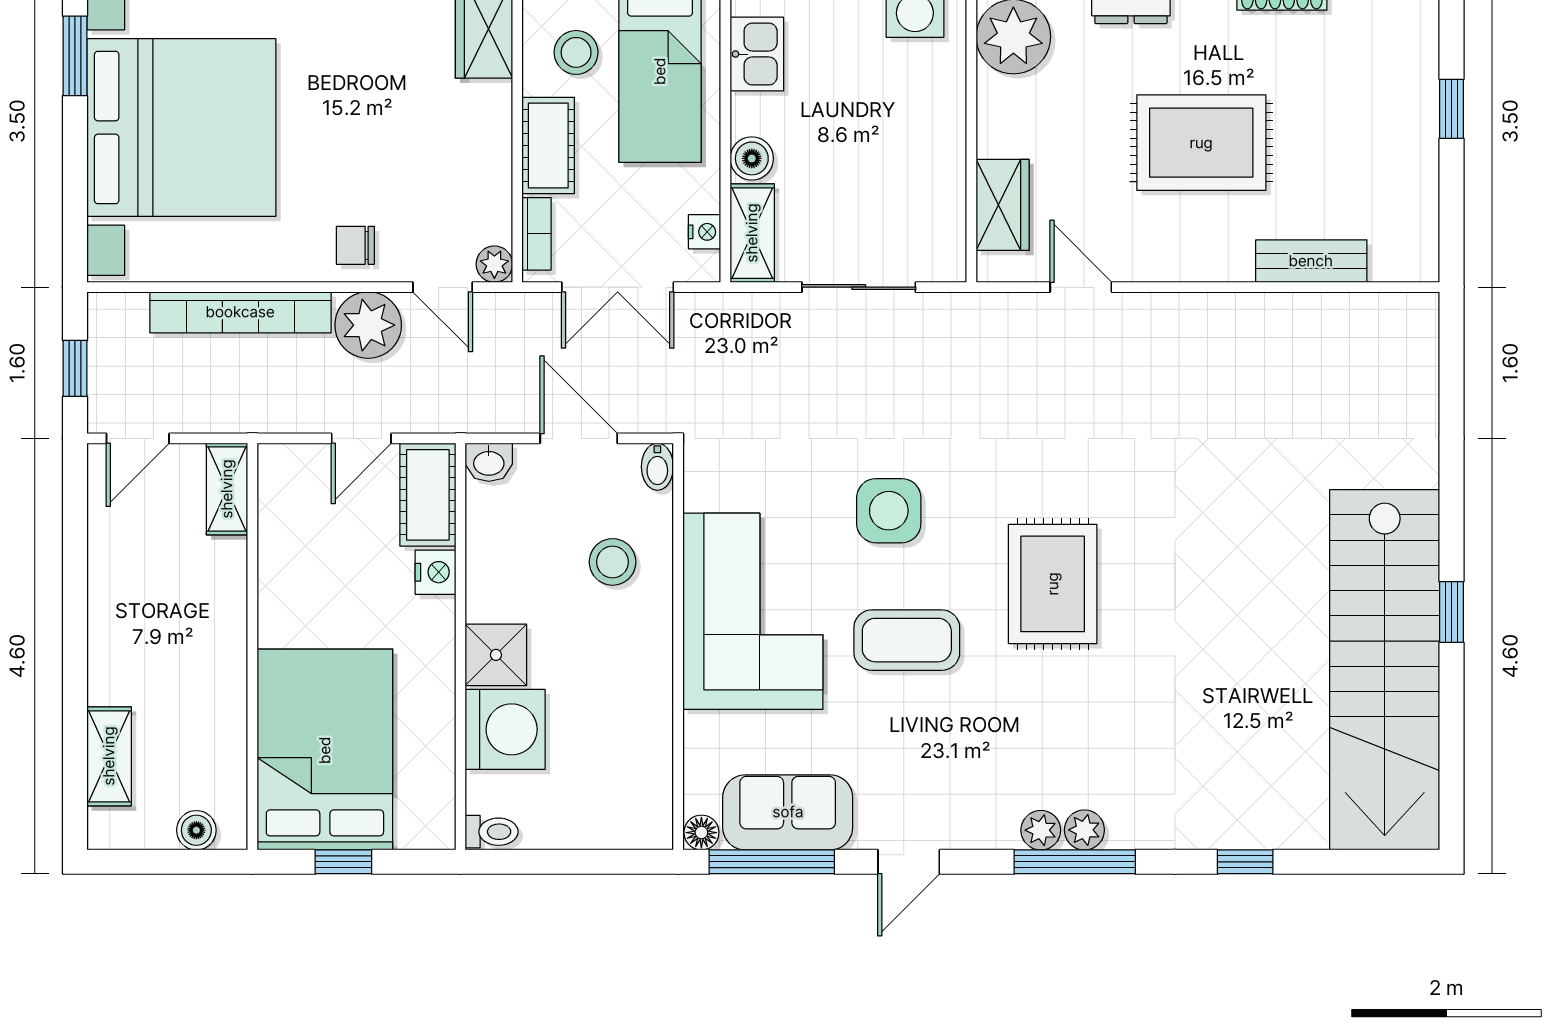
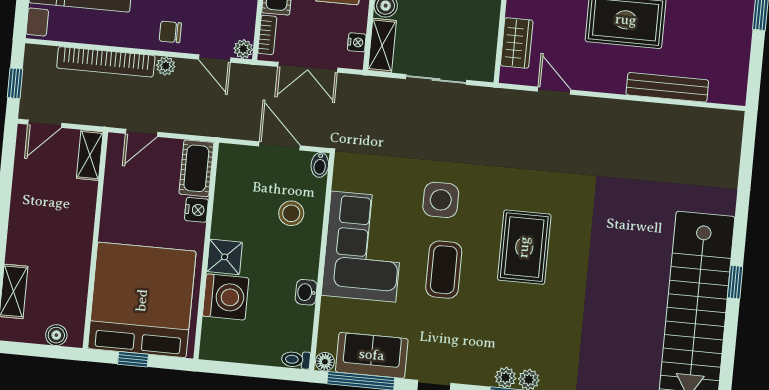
bench: (1311, 261) -> (667, 87), width x1.36
plant: (368, 325) -> (166, 66), width x0.53, depth x0.53
door: (361, 438) -> (142, 133), moved
washbasin: (489, 462) -> (306, 292), moved, turned 90
coffee table: (907, 640) -> (444, 270), turned 90
bed: (325, 750) -> (142, 300), width x1.36
toilet: (492, 832) -> (296, 360), moved, turned 180

